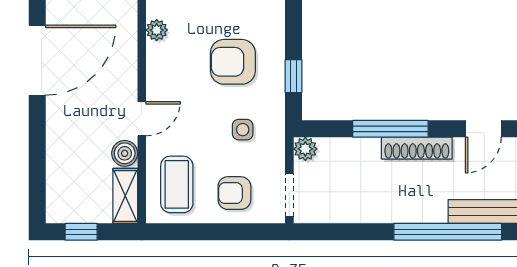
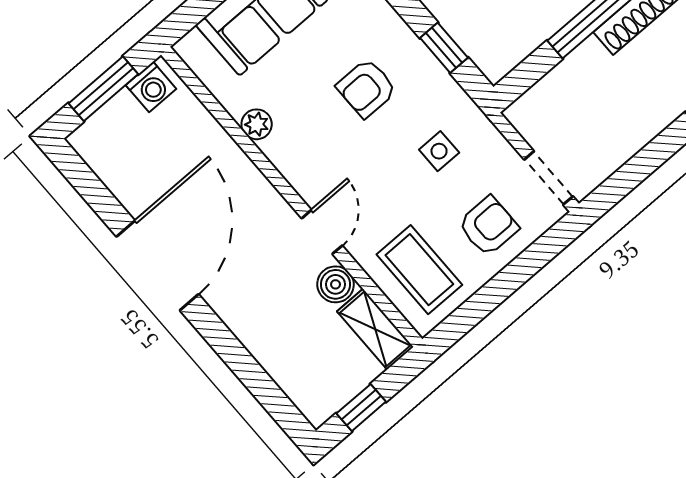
armchair: (233, 62) -> (367, 88), width x0.72, depth x0.72
plant: (305, 149) -> (523, 114), removed
armchair: (234, 193) -> (488, 226), turned 180

